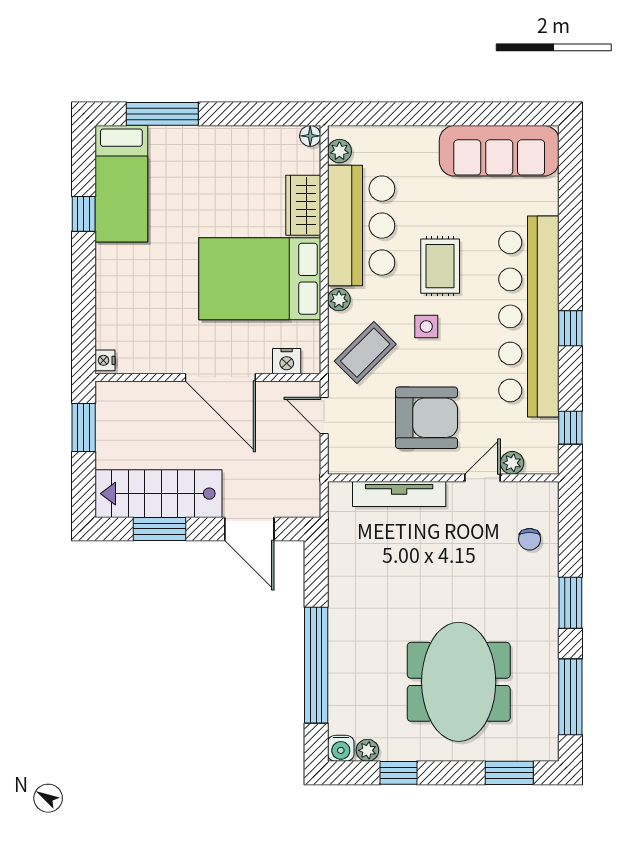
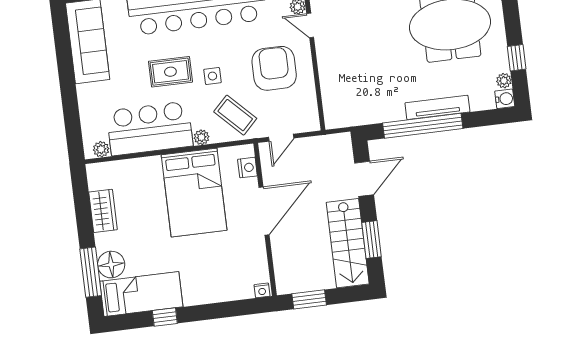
floor lamp: (310, 136) -> (111, 265), moved, width x1.89, depth x1.89
wardrobe: (303, 205) -> (103, 211), moved, turned -90
tv unit: (399, 494) -> (437, 107), moved, turned -90
window: (316, 665) -> (423, 126), moved

